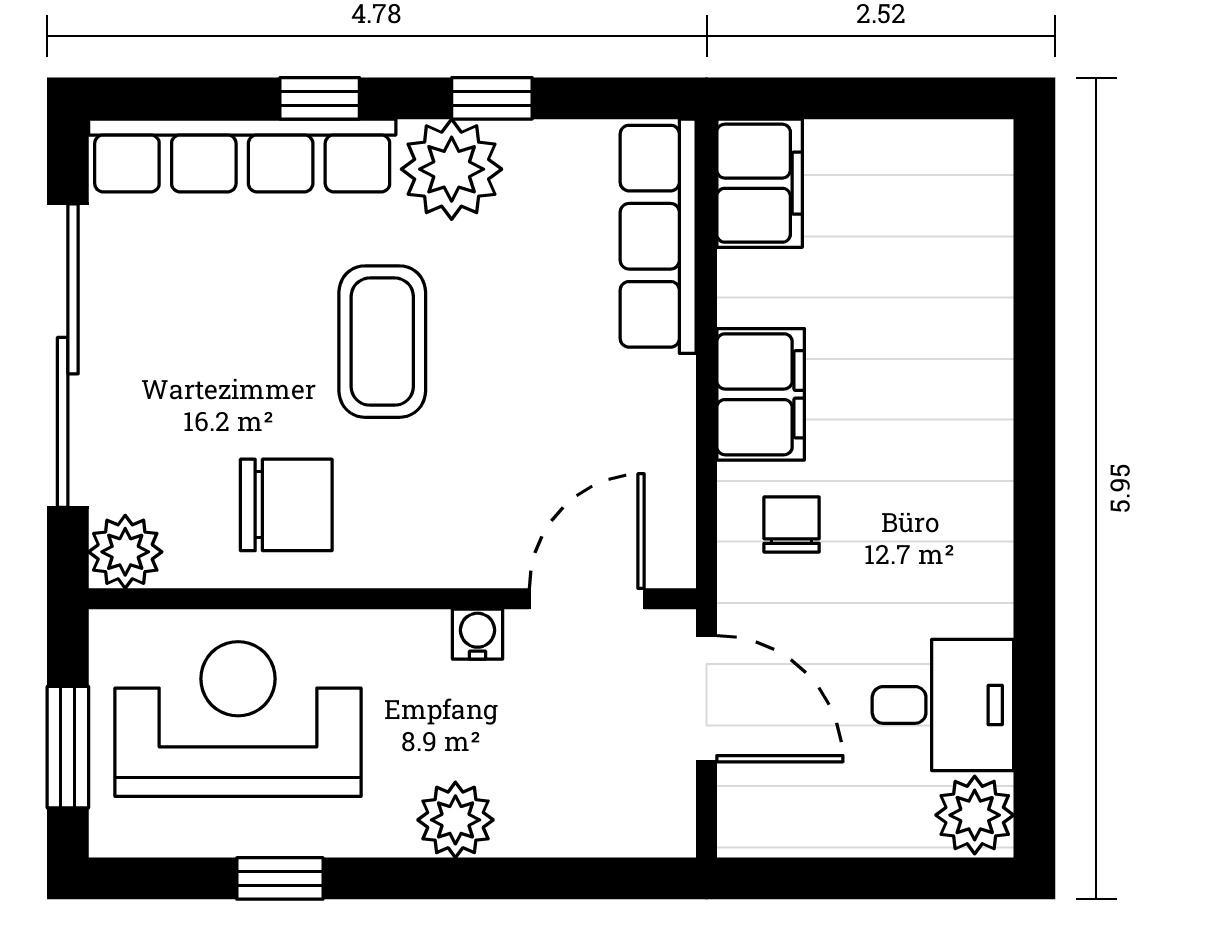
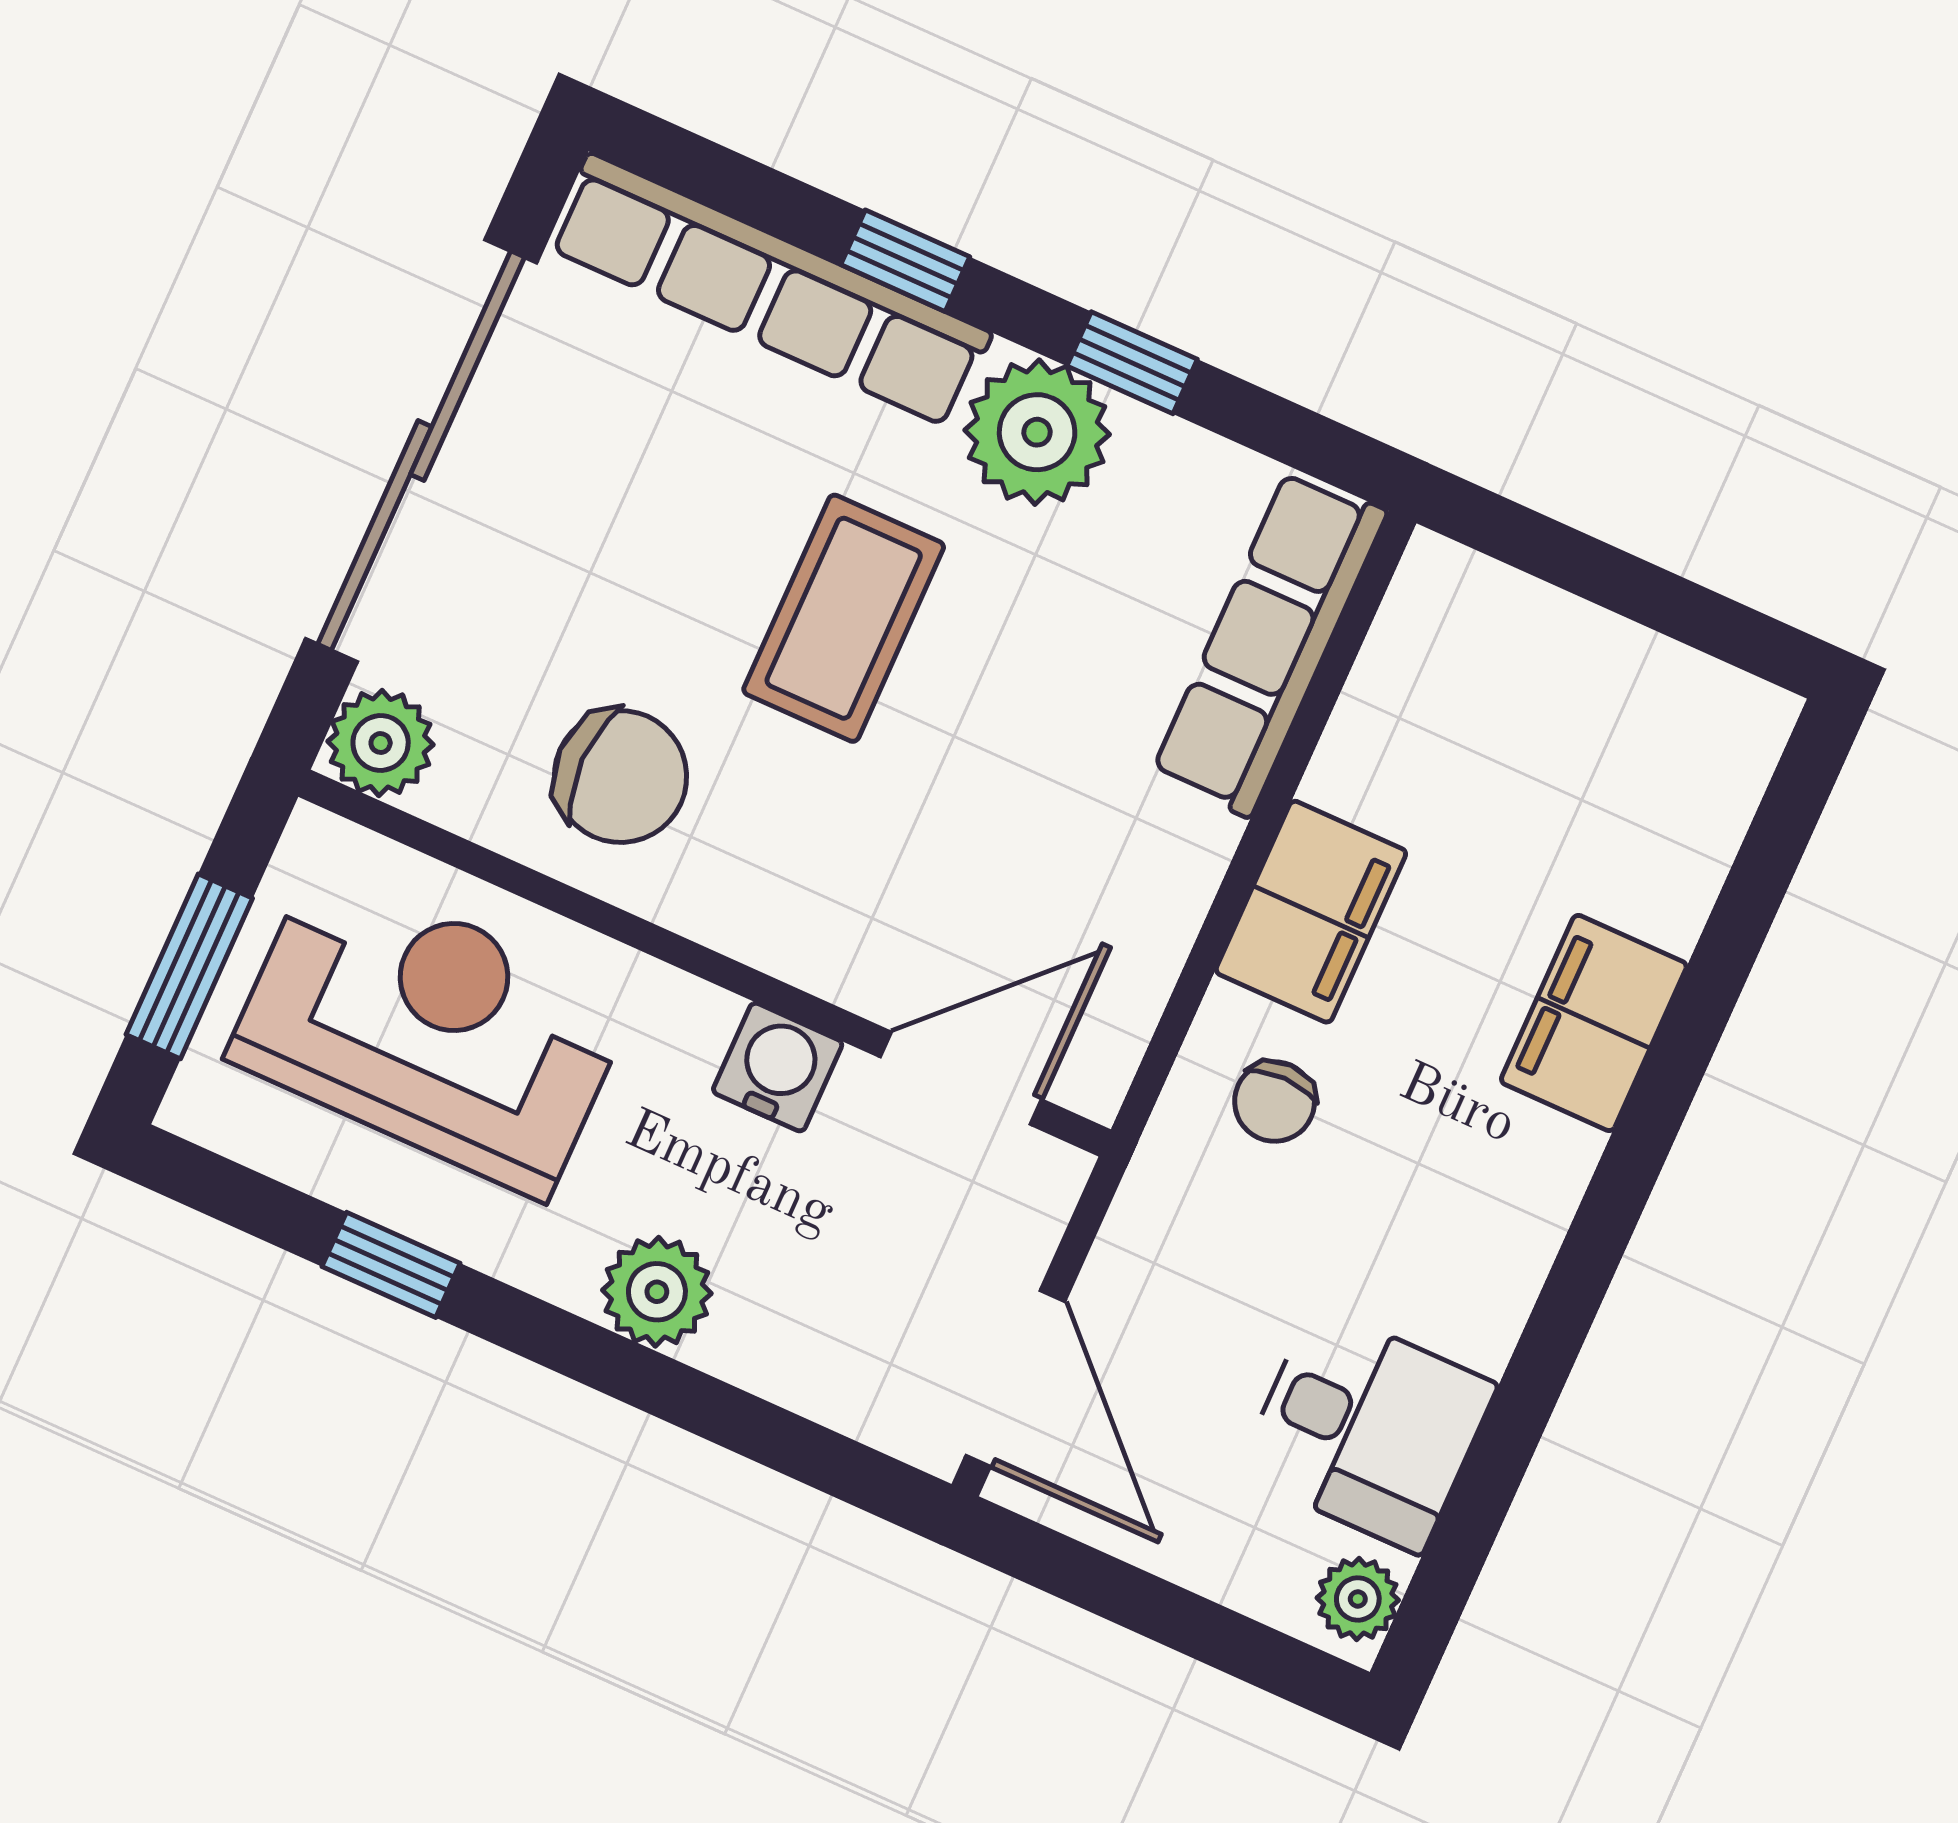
filing cabinet: (760, 183) -> (1594, 1023), moved, turned 180
chair: (792, 525) -> (1275, 1102), turned 180
water cooler: (478, 634) -> (778, 1067), width x1.38, depth x1.38
door: (706, 699) -> (1015, 1378), moved
plant: (975, 815) -> (1358, 1599), width x0.73, depth x0.73

